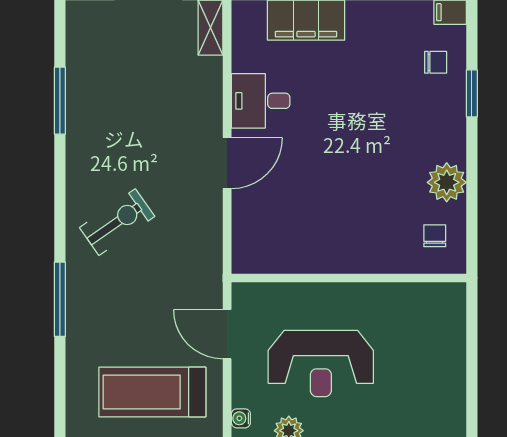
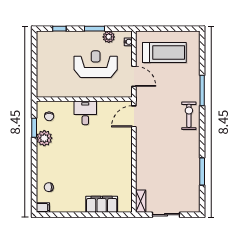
window: (472, 93) -> (34, 128), moved
desk: (261, 101) -> (85, 113), moved, turned -90
door: (227, 163) -> (134, 116), moved
exercise bike: (117, 222) -> (189, 116), moved, turned 125

